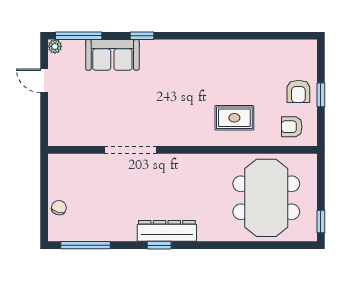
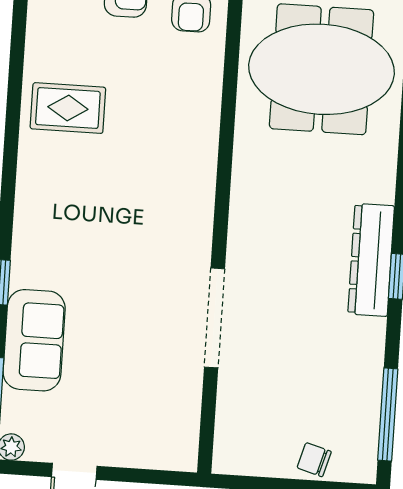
rug: (234, 118) -> (68, 108), moved, turned 90

